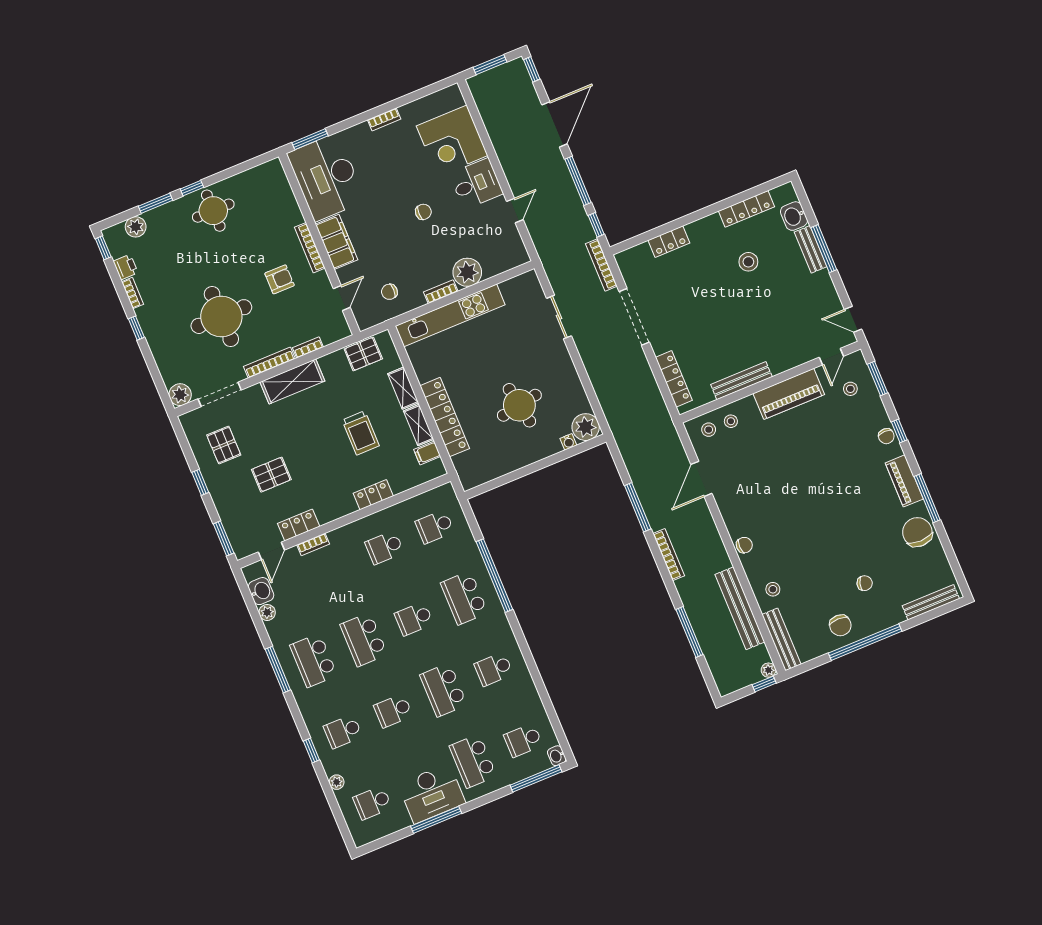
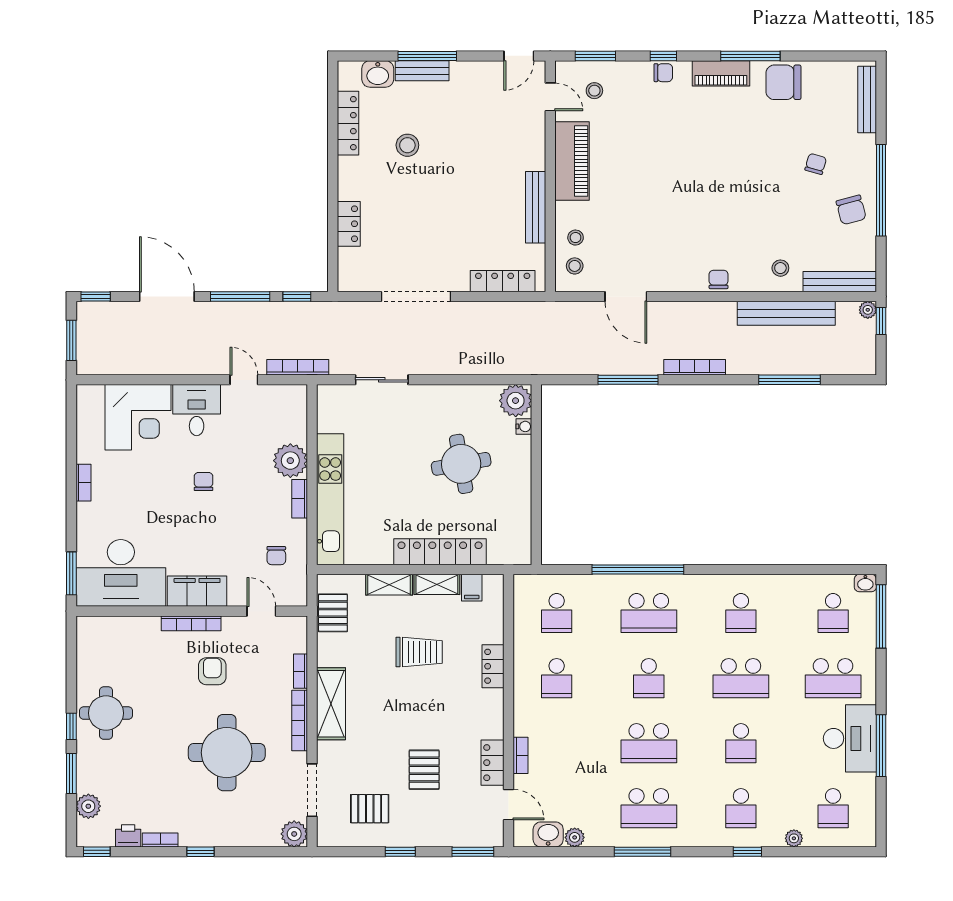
bookcase: (601, 265) -> (298, 367), moved, turned 180
chair: (840, 625) -> (851, 210), turned 75

